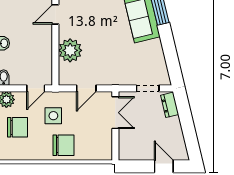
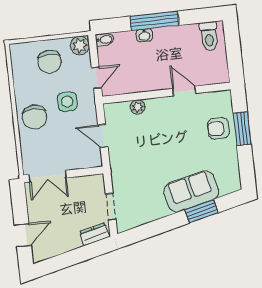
plant: (70, 50) -> (138, 107), width x0.53, depth x0.53
door: (36, 88) -> (96, 78), swing flipped
double door: (115, 113) -> (47, 176), moved

